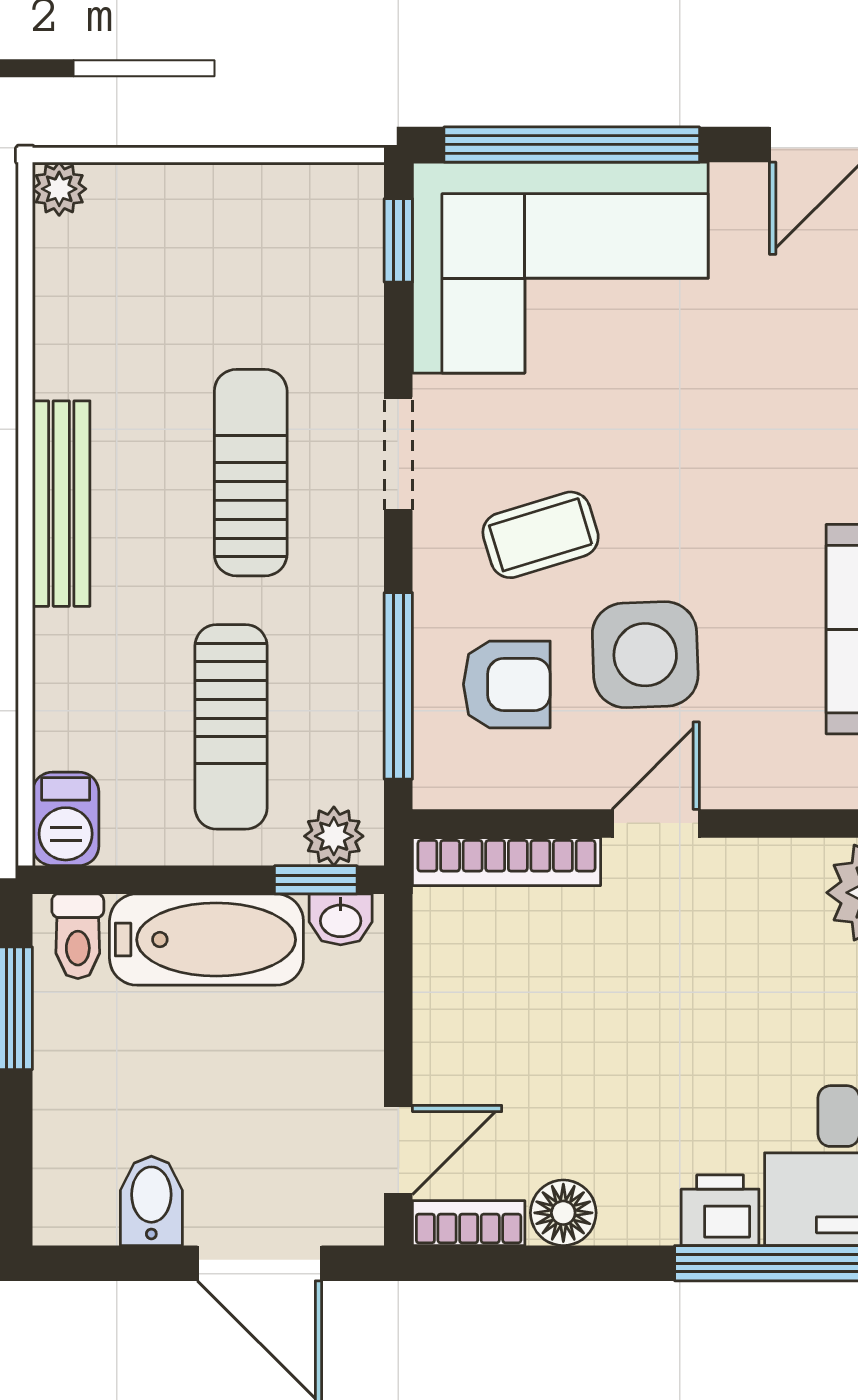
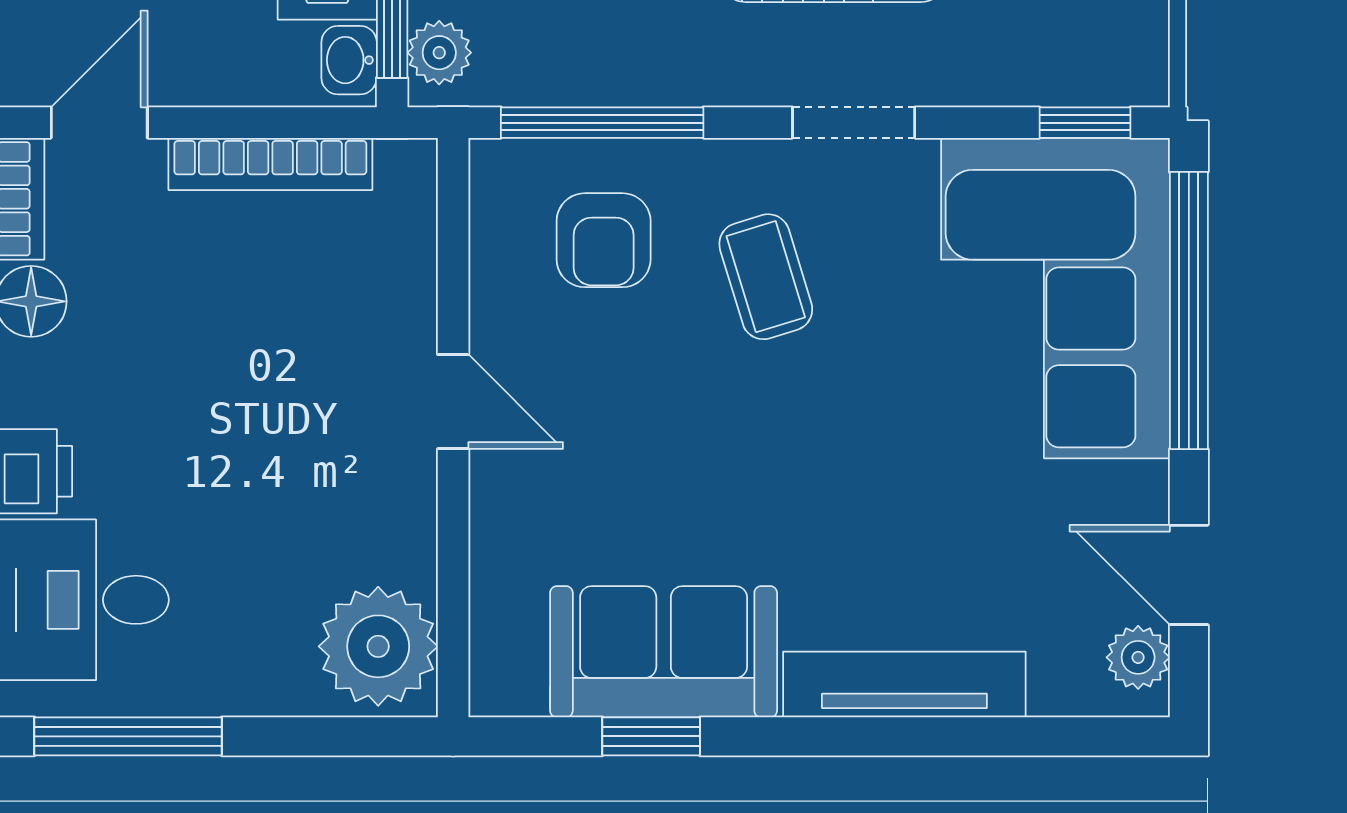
side table: (645, 655) -> (636, 390), removed
bookcase: (506, 862) -> (270, 164), moved, turned -90
door: (398, 1150) -> (99, 123), swing flipped

